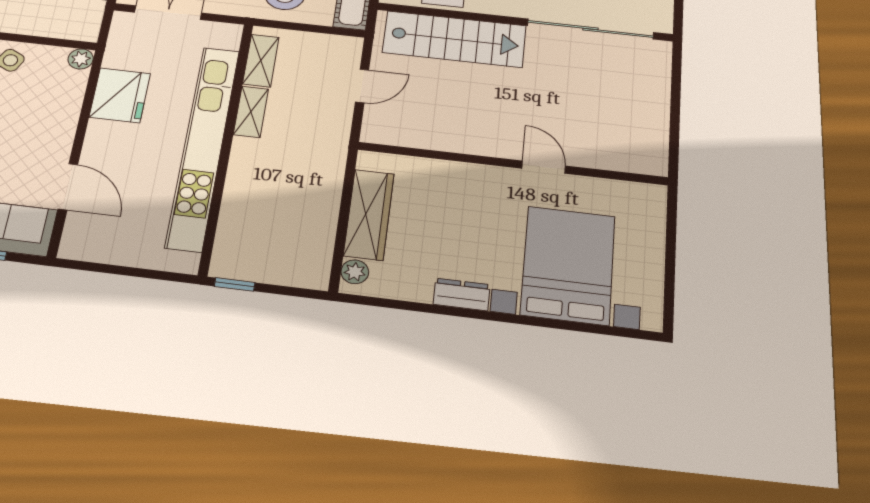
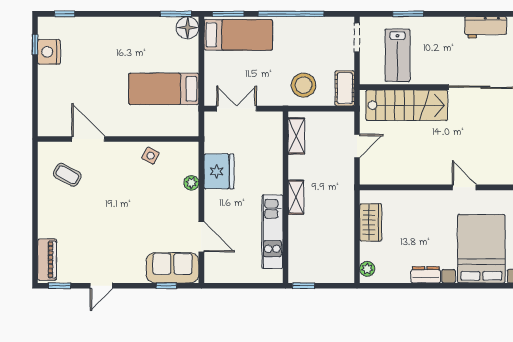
plant: (81, 59) -> (191, 183), moved
shelving: (251, 112) -> (296, 197), moved
kitchen unit: (203, 147) -> (272, 232), width x0.54
wardrobe: (369, 215) -> (371, 222), width x0.67

